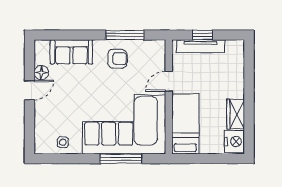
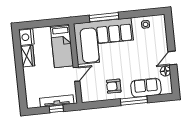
window: (125, 35) -> (134, 101), moved

